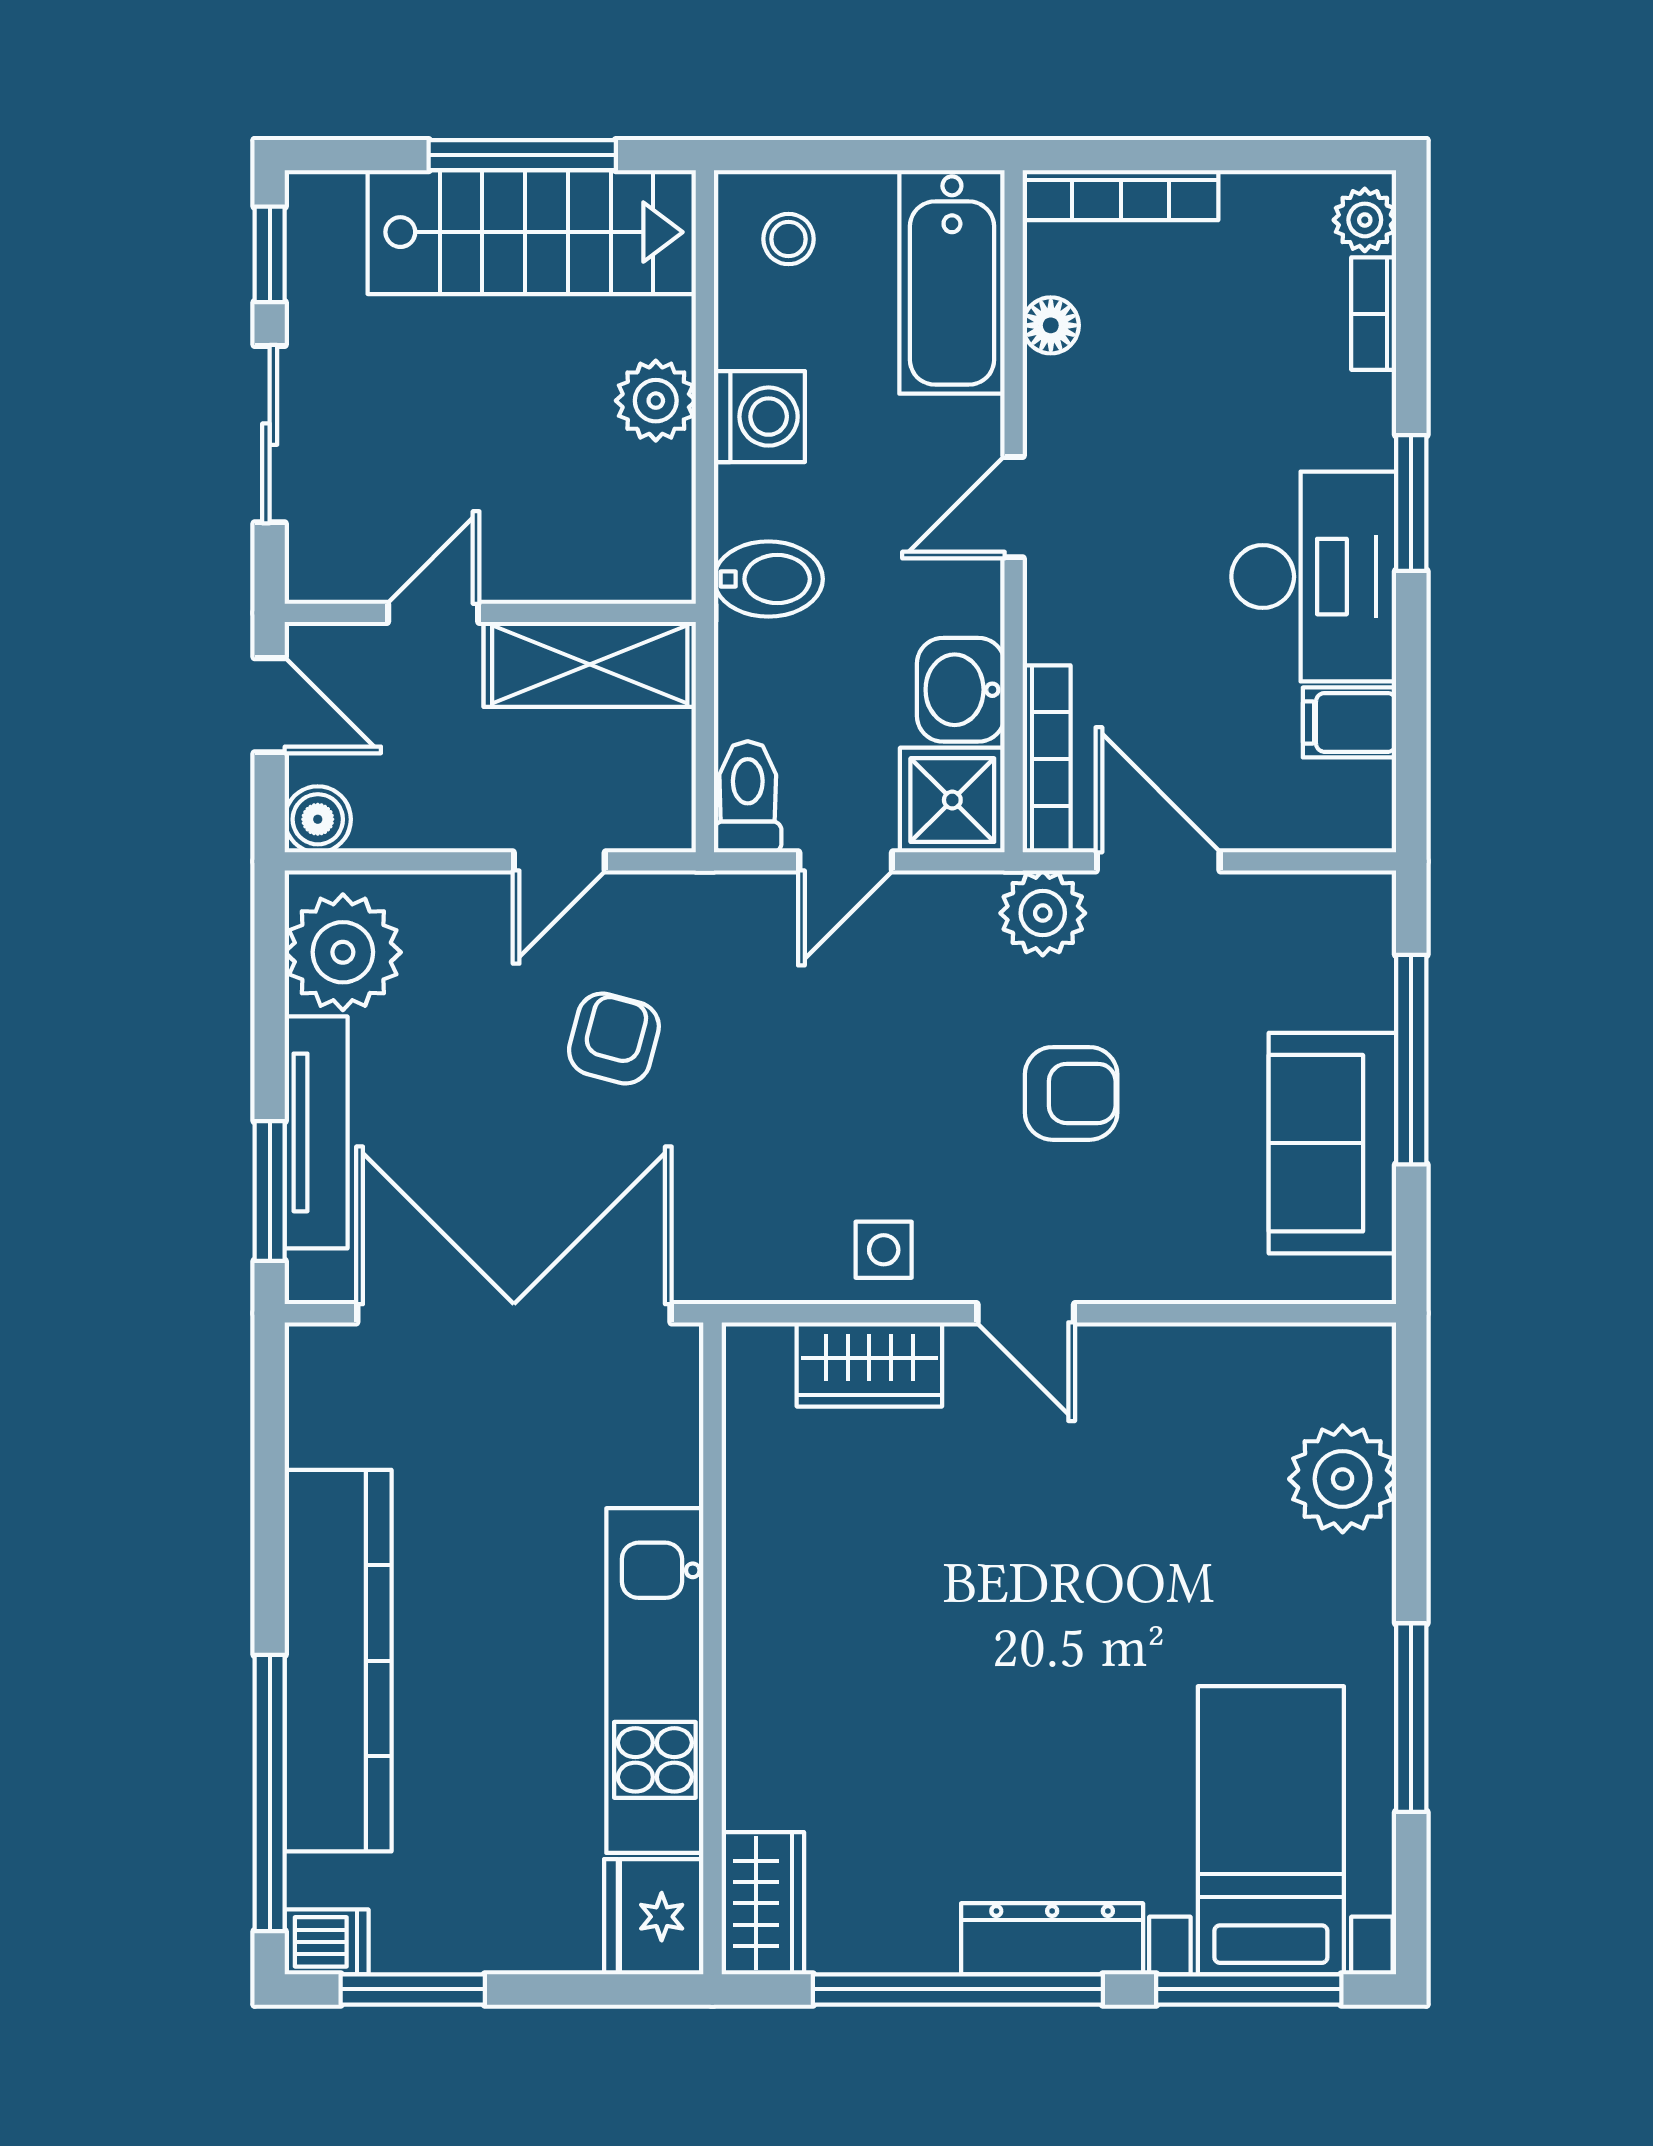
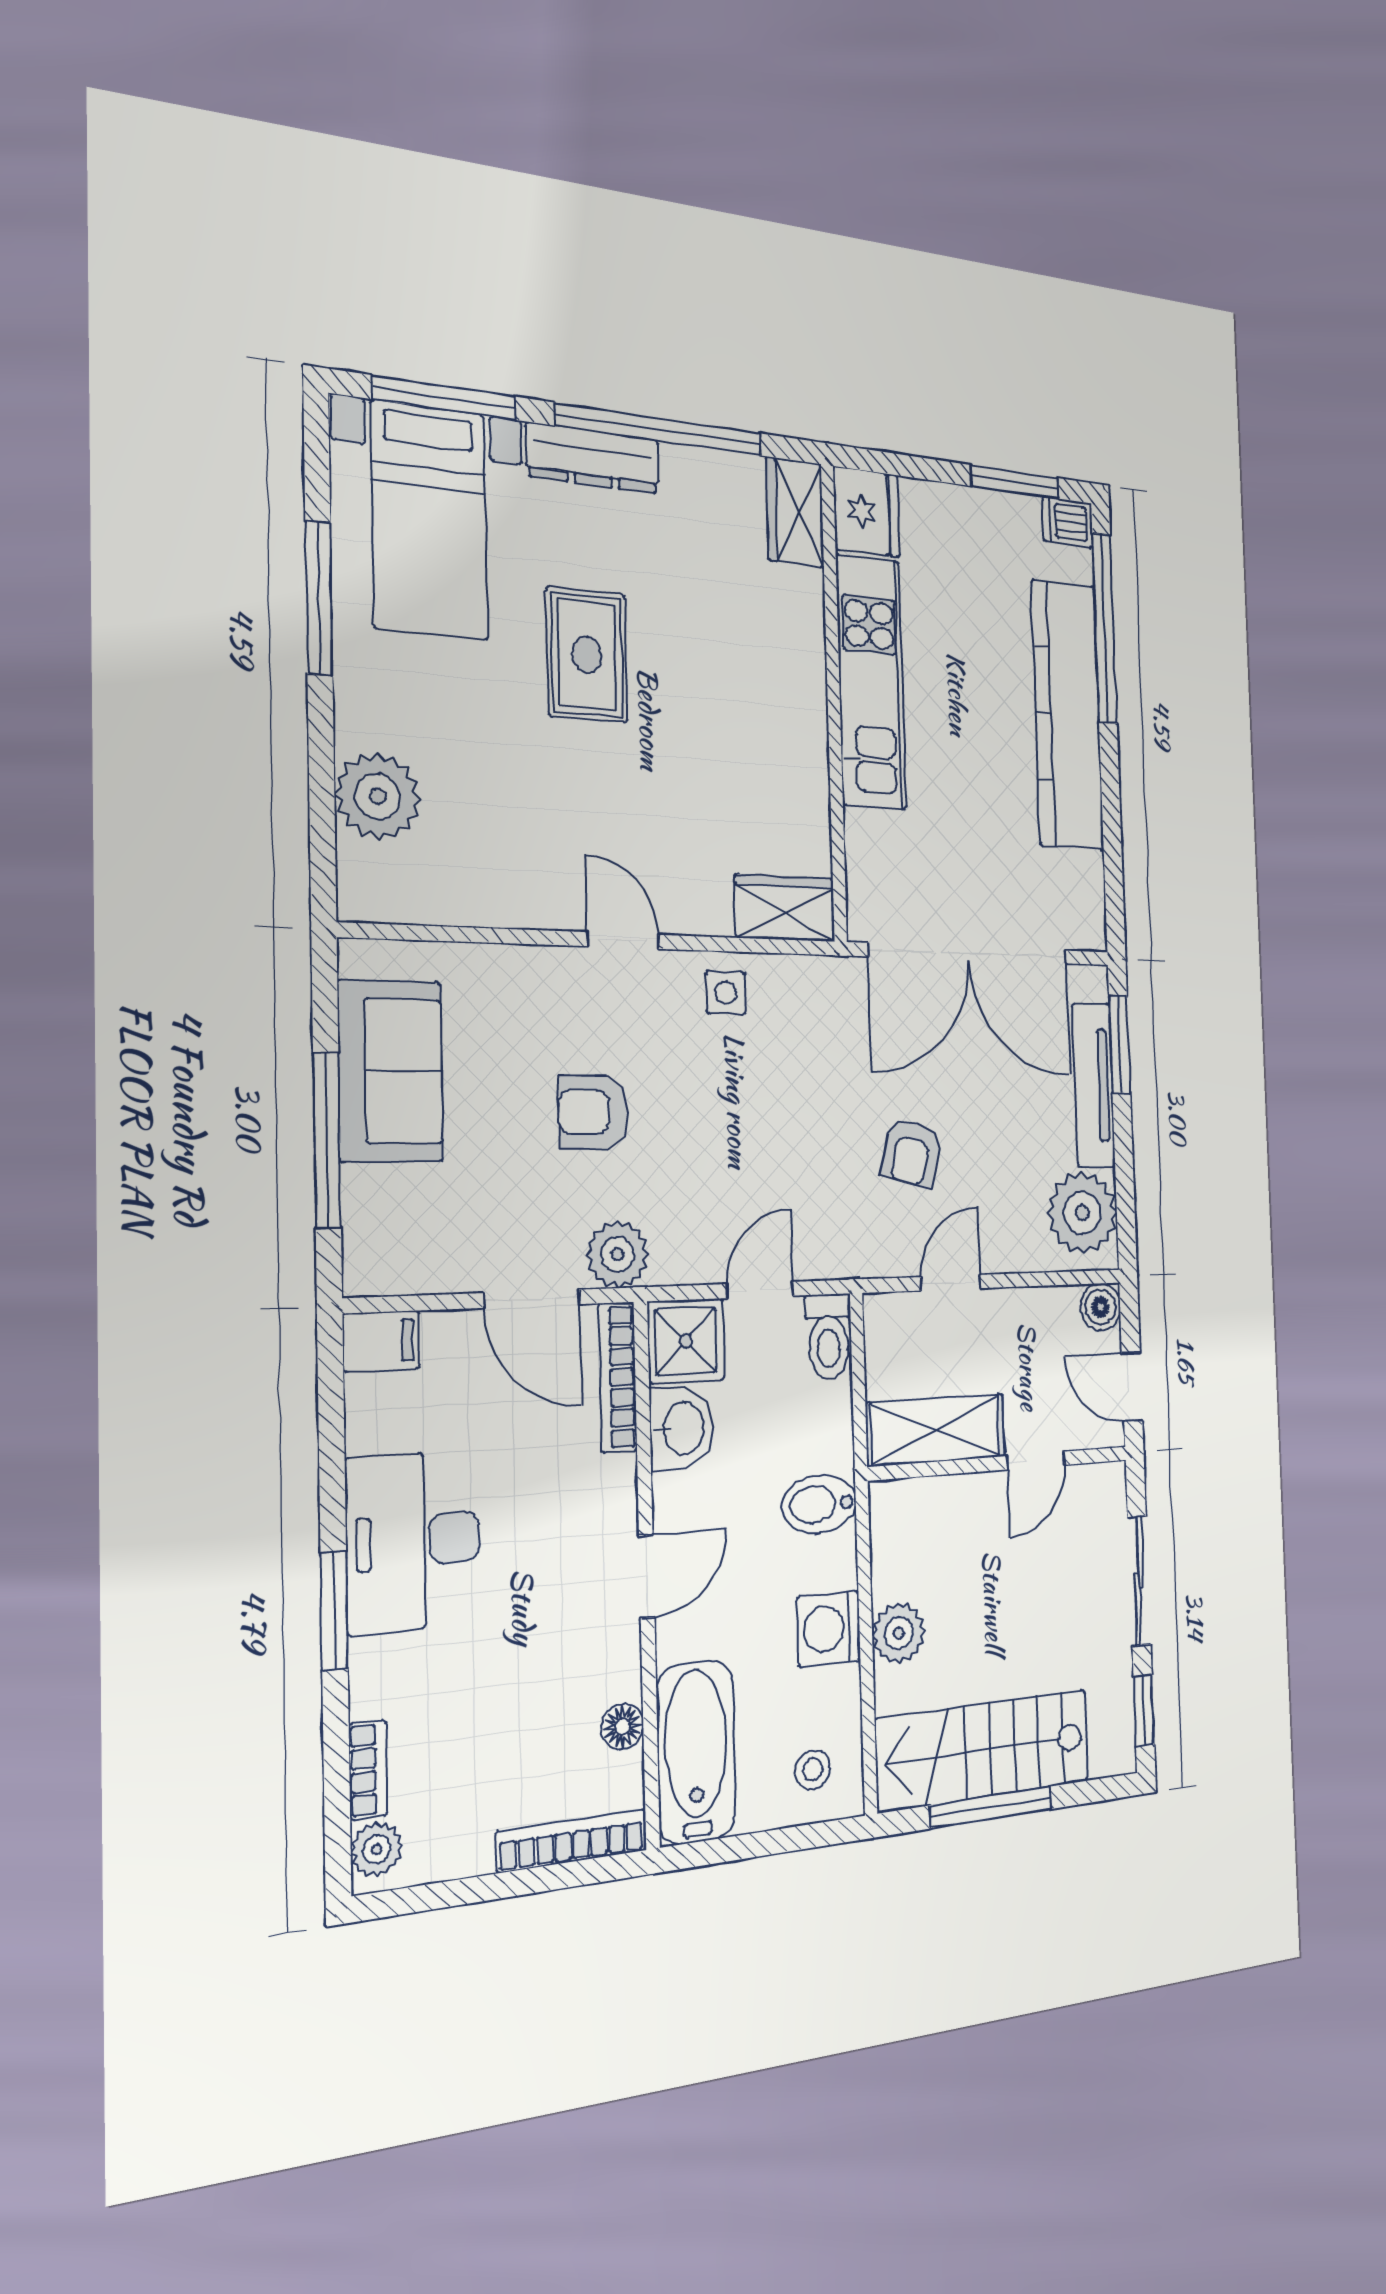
filing cabinet: (1350, 722) -> (381, 1341), moved
wardrobe: (869, 1364) -> (785, 908), moved
rug: (1066, 1680) -> (587, 655), added

